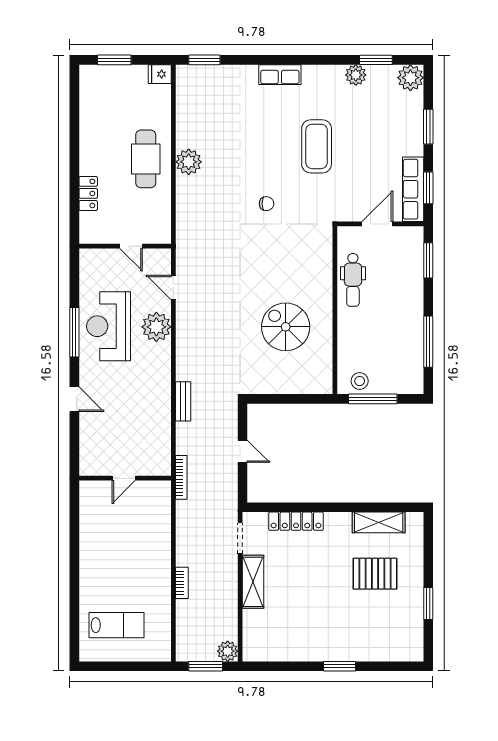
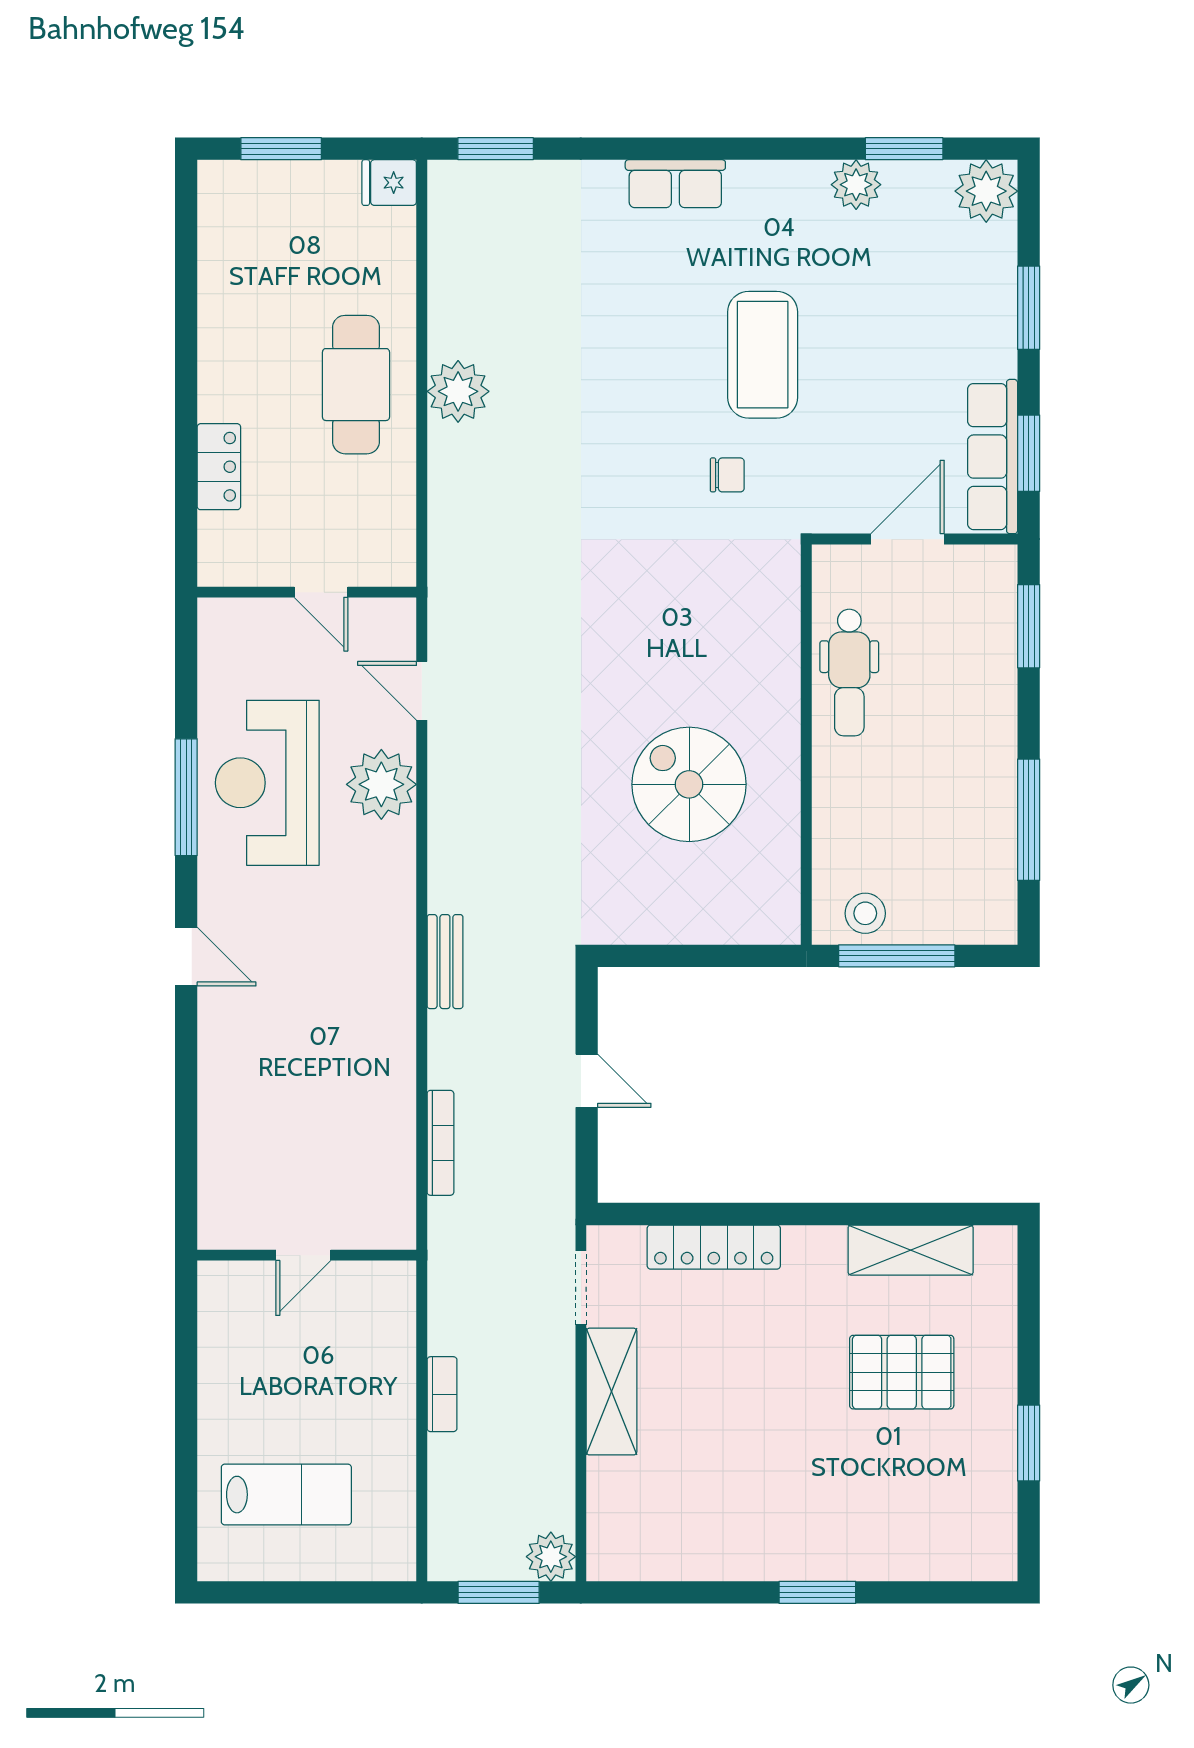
chair: (267, 204) -> (727, 475), moved
door: (124, 478) -> (303, 1255), moved
wall: (125, 478) -> (307, 1255), moved

